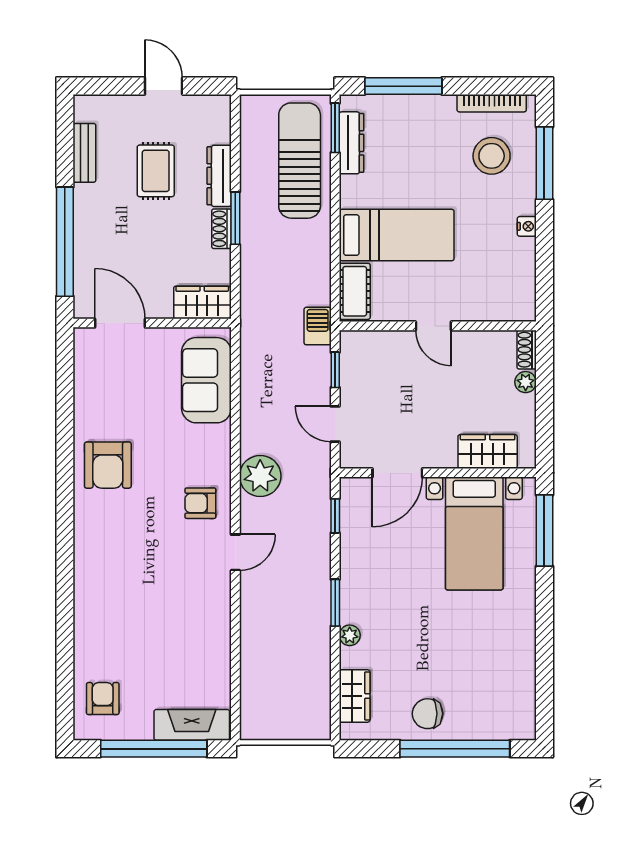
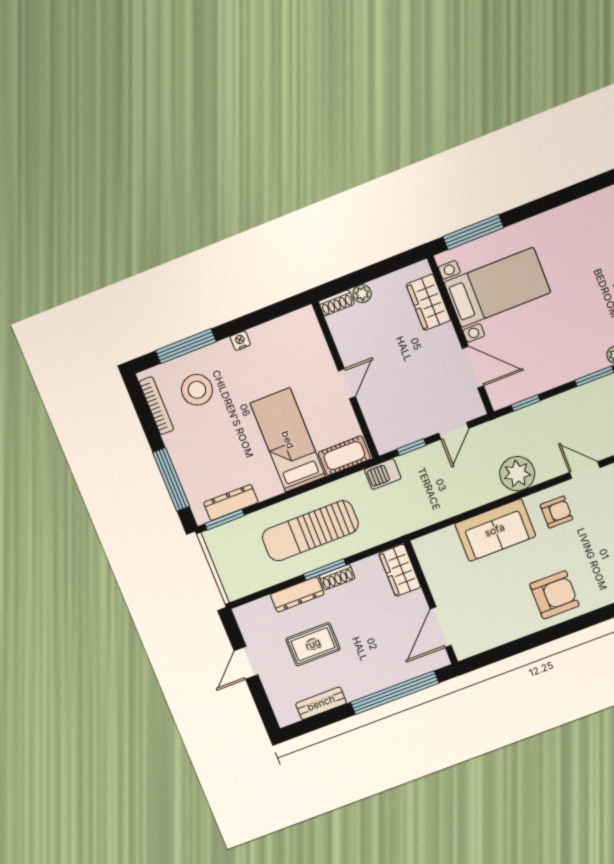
sun lounger: (300, 161) -> (310, 531), moved
sofa: (206, 380) -> (495, 530), moved
armchair: (200, 503) -> (556, 512), turned -90

